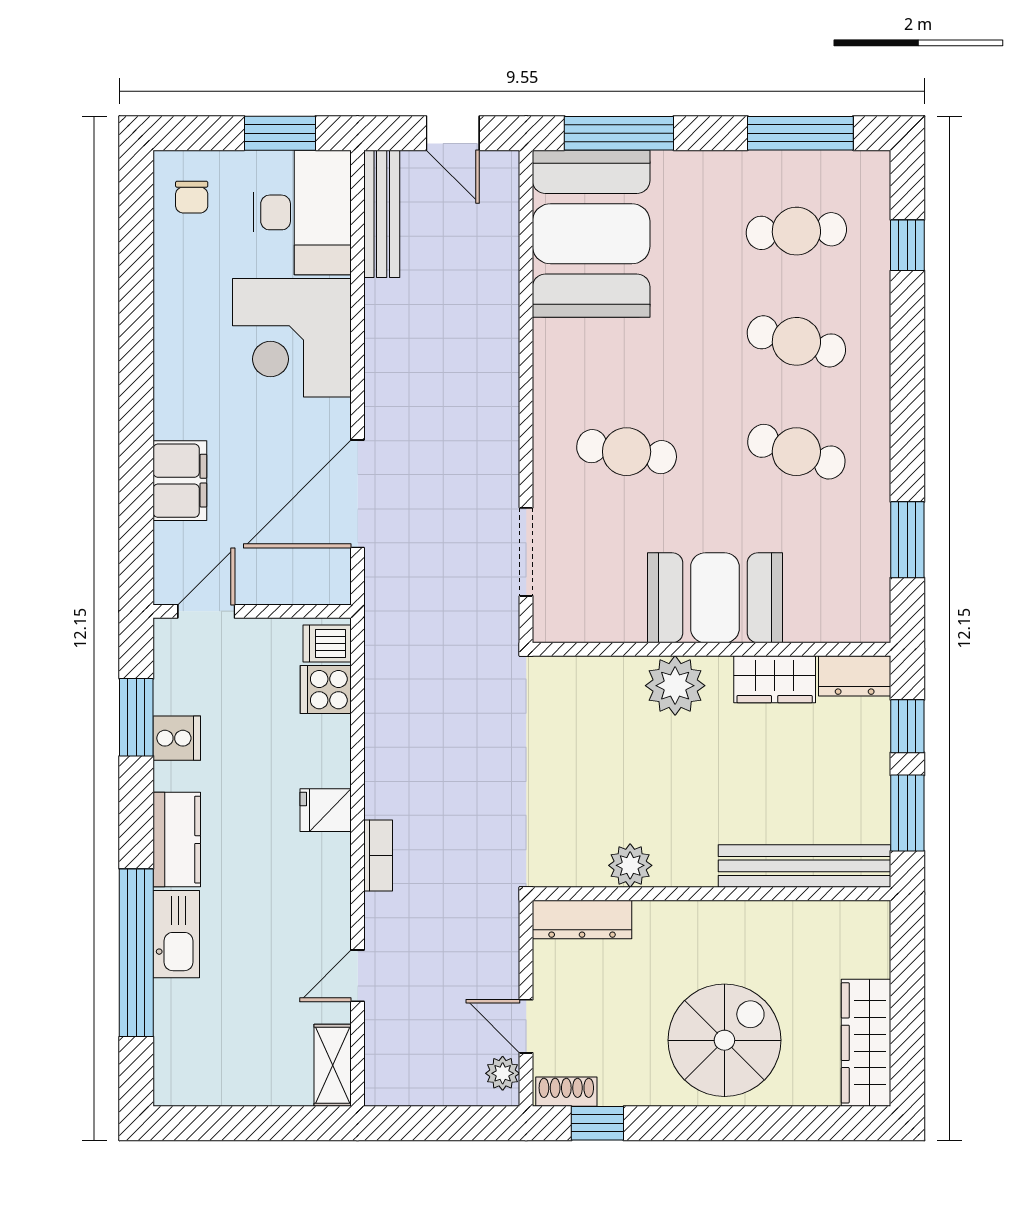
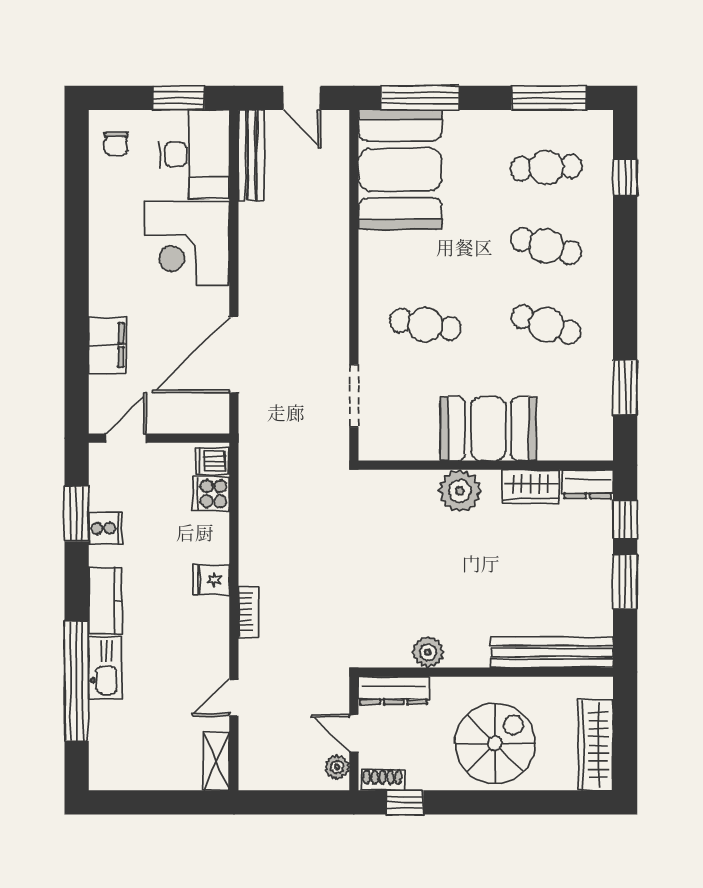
plant: (630, 865) -> (428, 652), moved
bench: (804, 866) -> (552, 652), moved
wall: (711, 894) -> (486, 672), moved
dresser: (582, 919) -> (394, 690), moved

